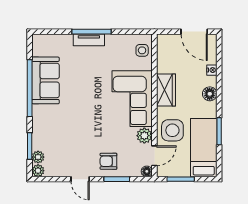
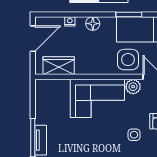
side table: (142, 50) -> (134, 135), moved
wardrobe: (166, 90) -> (59, 66), moved

